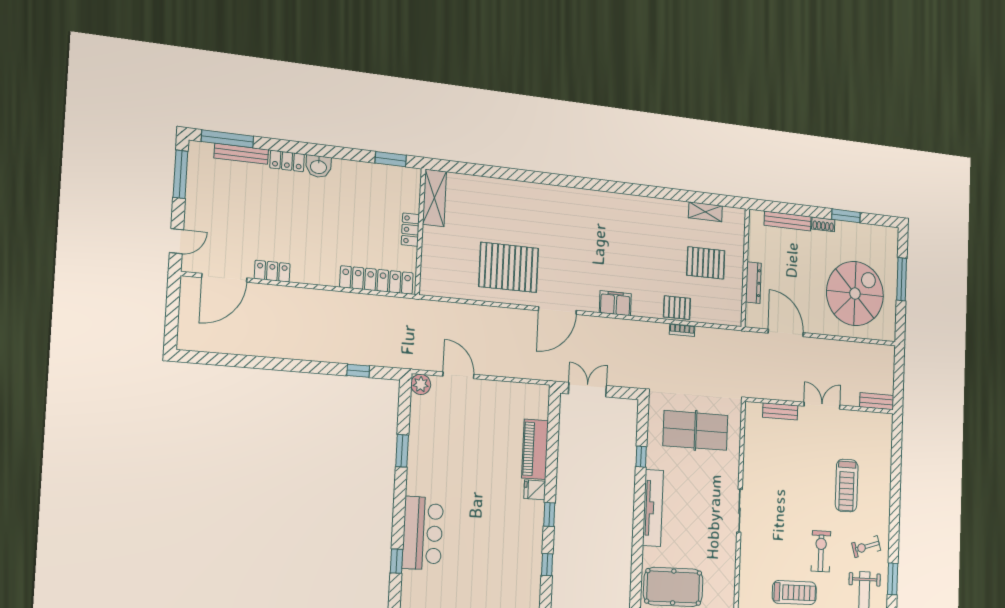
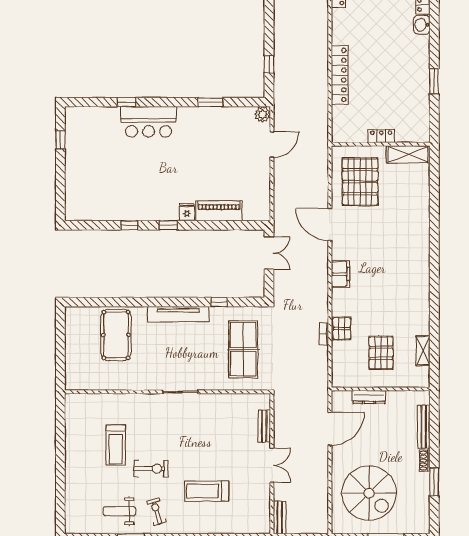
shelving: (435, 198) -> (408, 154), moved
locker: (410, 230) -> (381, 136), moved
wall: (420, 232) -> (381, 144), moved

